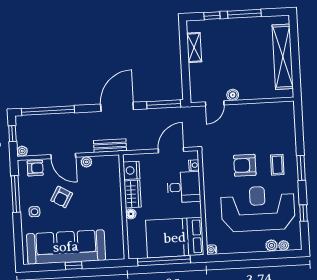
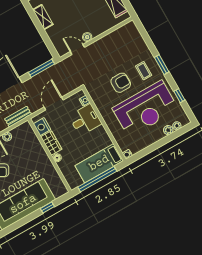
door: (215, 103) -> (77, 49), swing flipped
door: (171, 150) -> (54, 103), moved
armchair: (245, 165) -> (121, 83), turned 180
reception desk: (258, 209) -> (145, 109), turned 180
bed: (175, 238) -> (99, 163), width x0.67
window: (74, 266) -> (47, 208), moved

